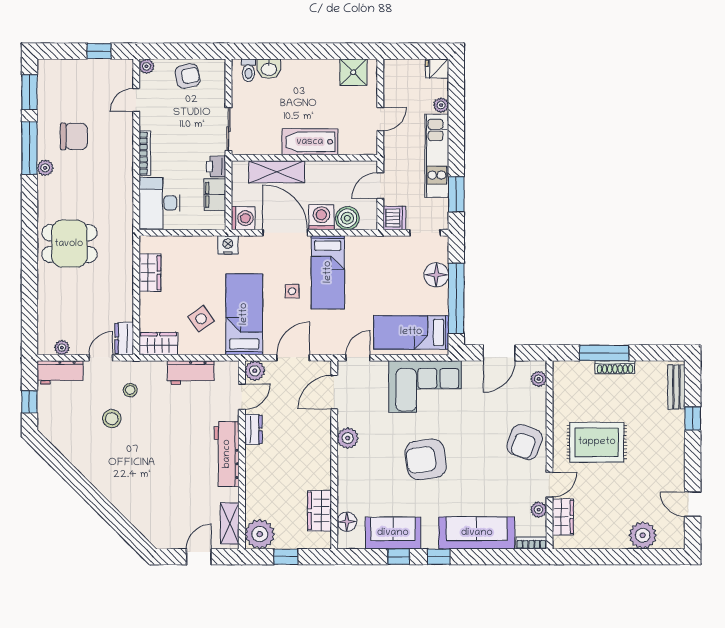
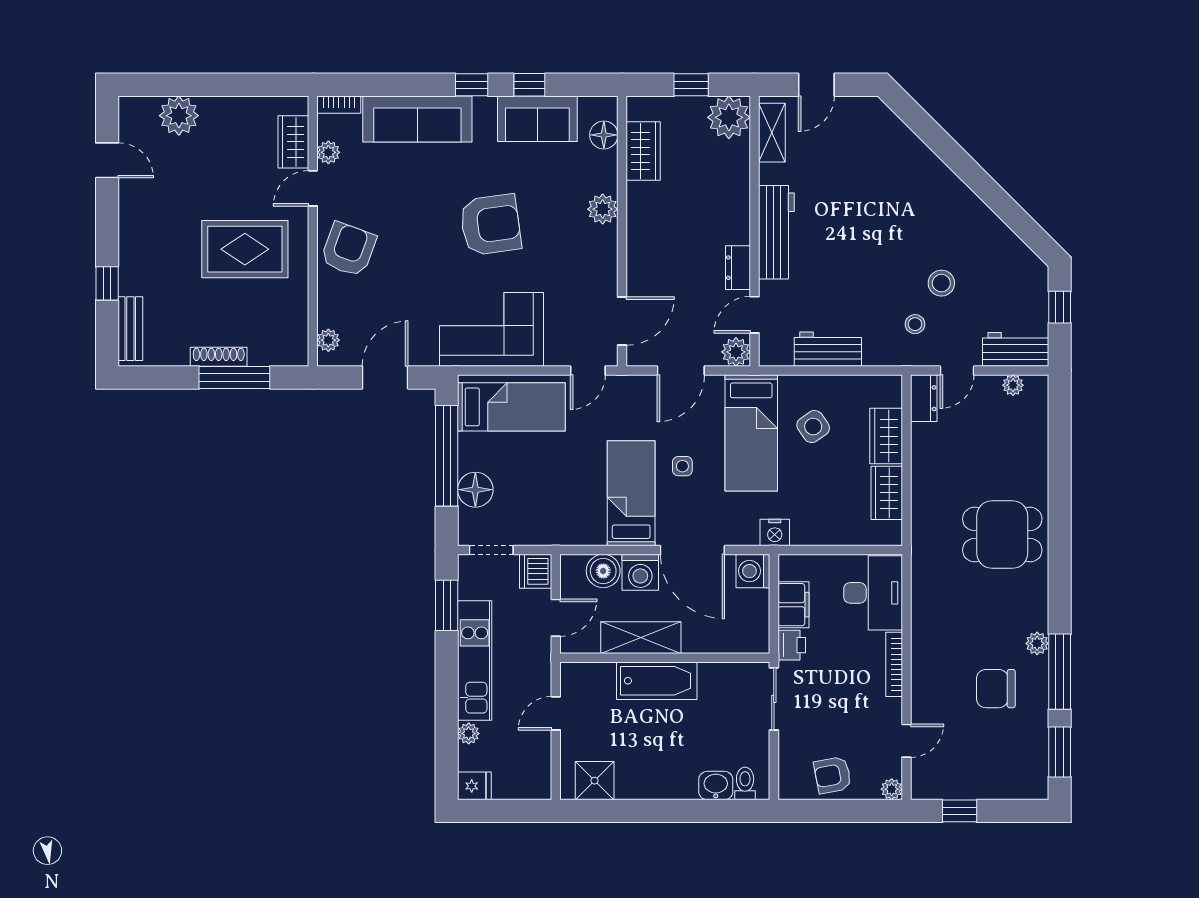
shelving: (277, 172) -> (641, 638), moved
wardrobe: (158, 344) -> (886, 436), moved, turned 90
plant: (348, 438) -> (603, 209), moved

